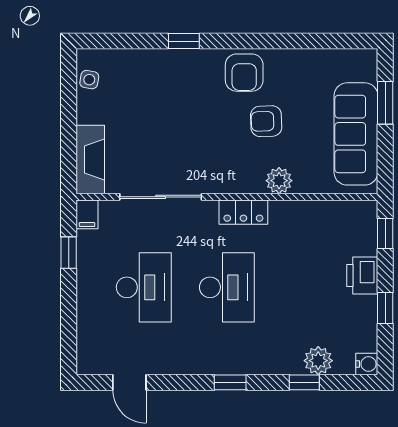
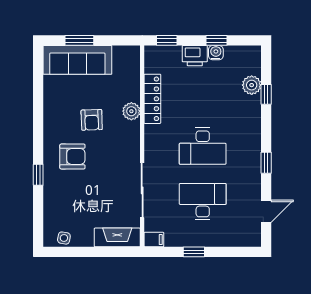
armchair: (244, 73) -> (72, 156), moved
sofa: (356, 134) -> (77, 60), moved
locker: (243, 212) -> (152, 99), moved, width x1.53
window: (69, 253) -> (194, 252), moved
desk: (227, 287) -> (203, 146), turned 180
water cooler: (367, 364) -> (216, 53), moved
window: (230, 382) -> (266, 163), moved

